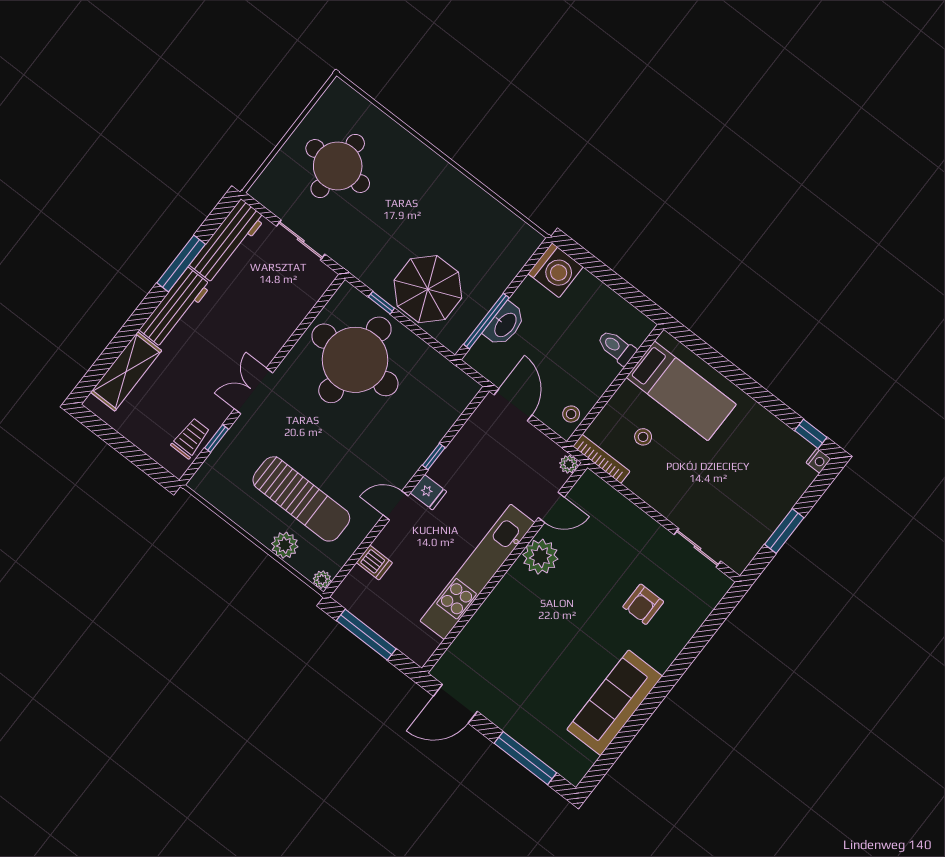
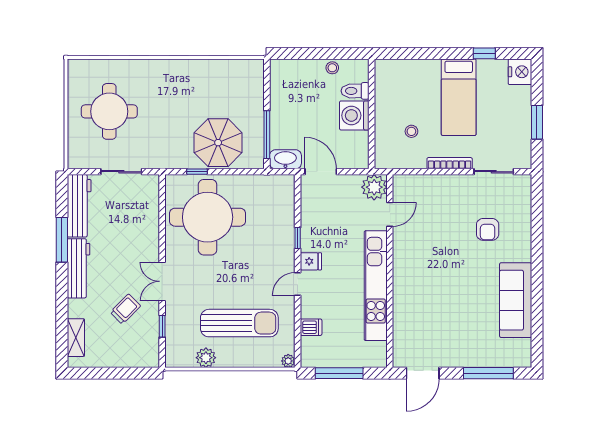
washing machine: (556, 270) -> (354, 115), moved, turned 180
washbasin: (505, 324) -> (285, 159), moved, turned -90
shelving: (126, 371) -> (76, 338), width x0.67, depth x0.75
bed: (681, 391) -> (459, 97), moved, turned 90
stool: (571, 414) -> (332, 68), moved
window: (811, 434) -> (484, 53), moved
trolley: (191, 438) -> (125, 309), moved, turned 45
bookcase: (601, 459) -> (450, 163), moved
nightstand: (818, 461) -> (520, 72), width x1.89, depth x1.79
plant: (569, 464) -> (374, 187), width x1.88, depth x1.88
plant: (285, 545) -> (206, 358), moved
plant: (540, 557) -> (406, 248), removed

